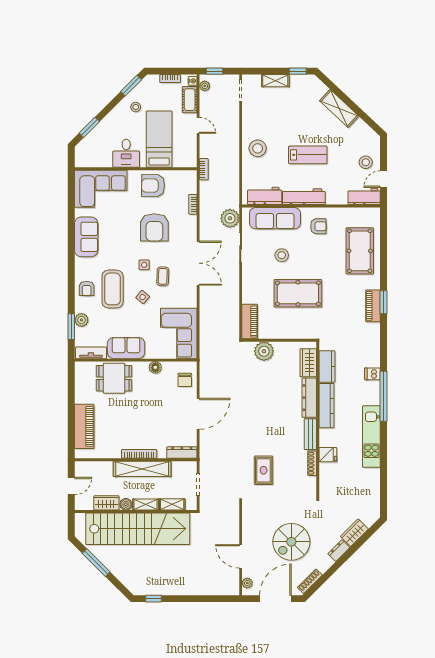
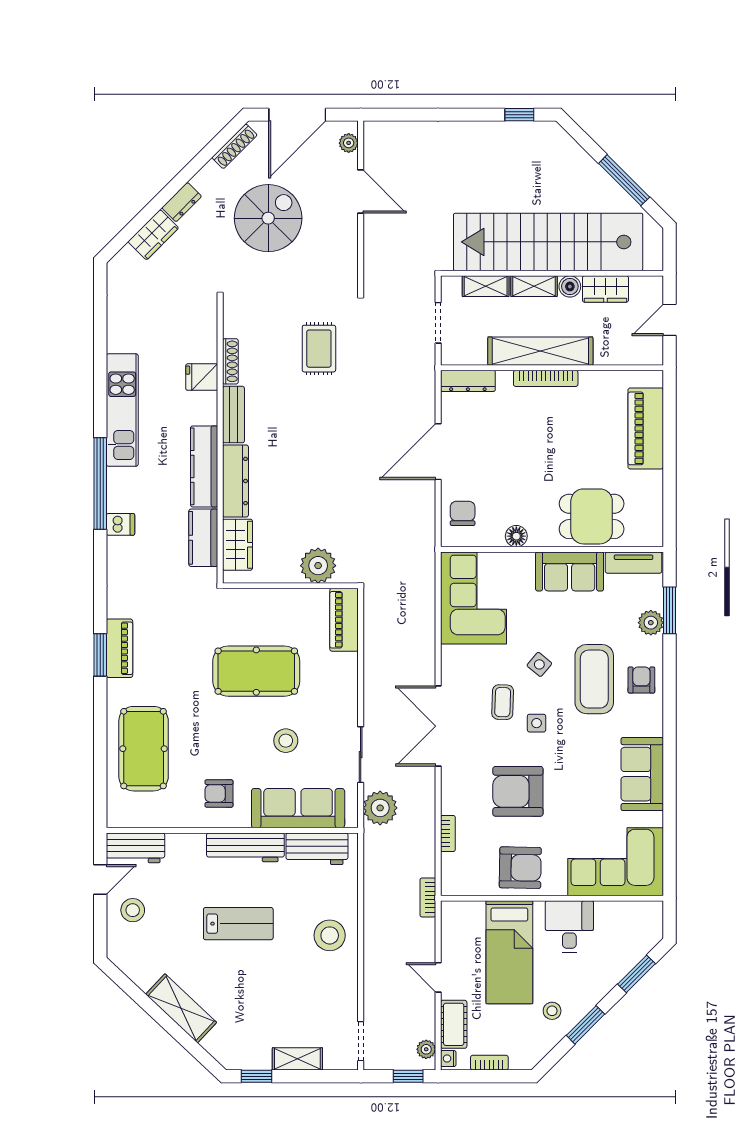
window: (131, 86) -> (585, 1025), moved
lab bench: (308, 155) -> (238, 924), turned 180
armchair: (154, 227) -> (518, 791), turned -90

